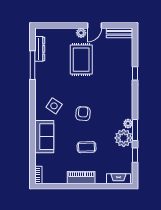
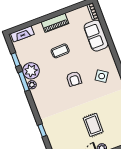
rug: (81, 60) -> (93, 125), width x0.73, depth x0.70
sofa: (44, 137) -> (96, 36), moved

